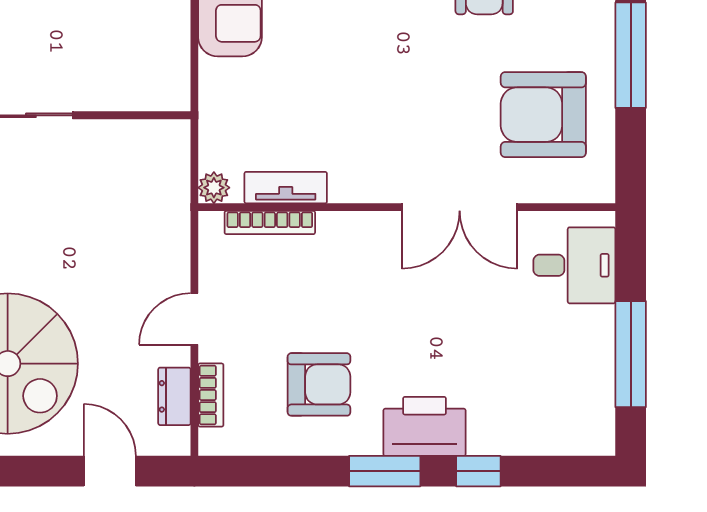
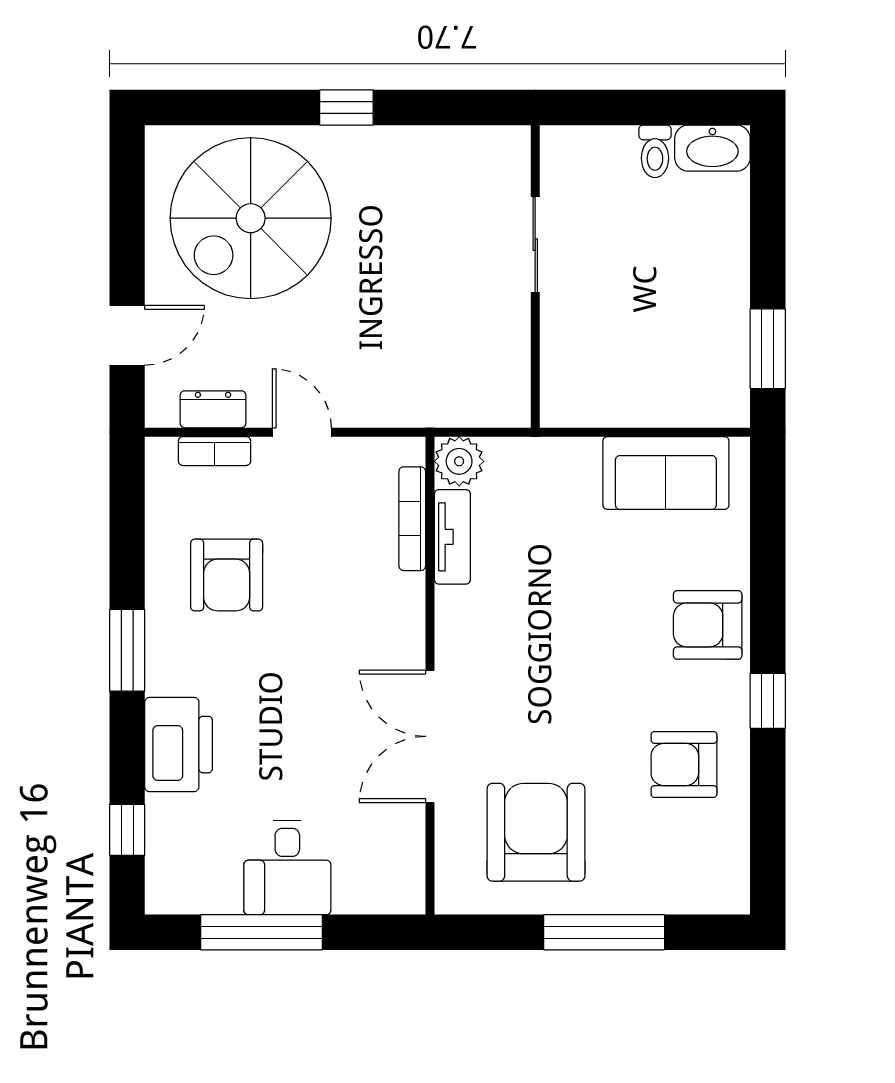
plant: (214, 188) -> (459, 461), width x1.38, depth x1.38
desk: (574, 265) -> (287, 868), moved
printer: (425, 426) -> (179, 745), moved
window: (478, 471) -> (127, 830), moved

